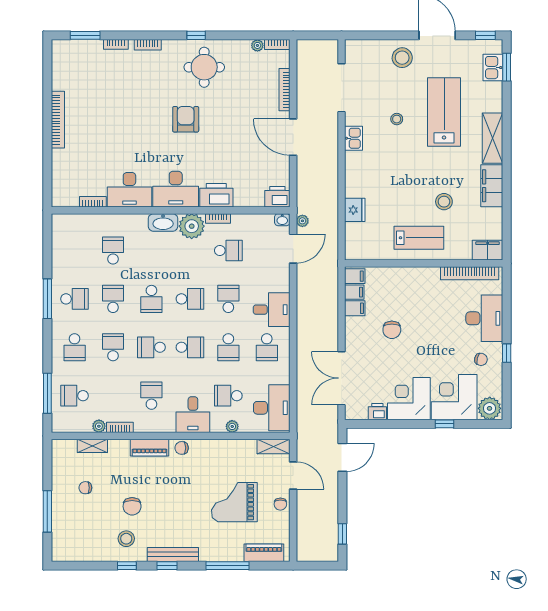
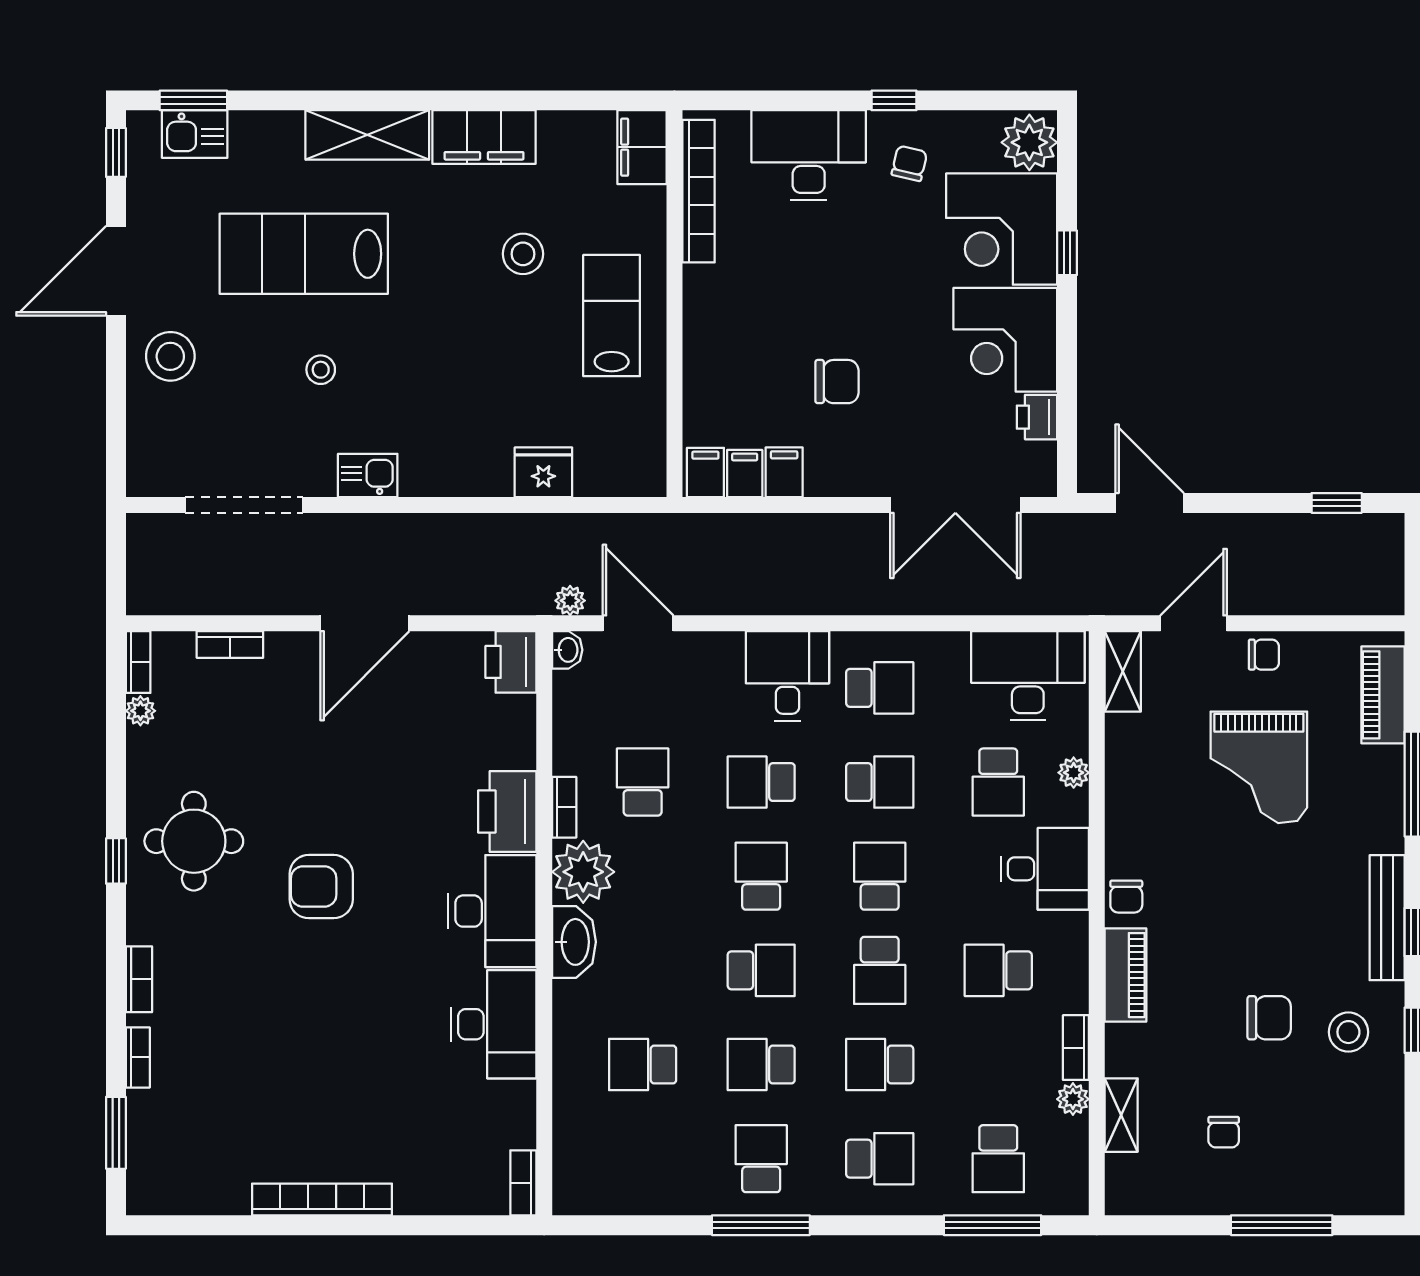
bookcase: (284, 90) -> (230, 645), width x0.64
bookcase: (93, 202) -> (523, 1183), moved

